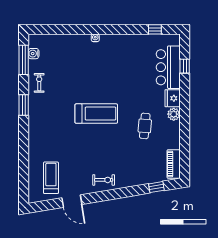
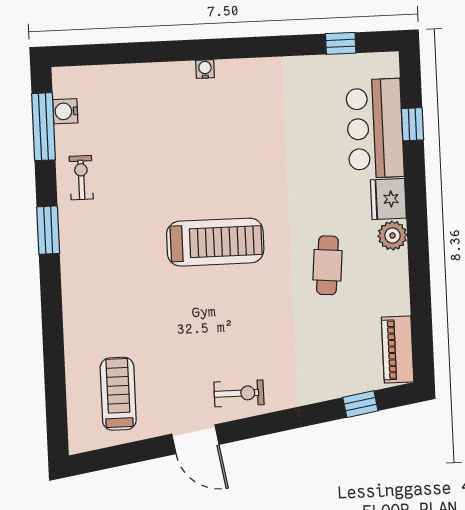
door: (72, 201) -> (195, 439), moved

